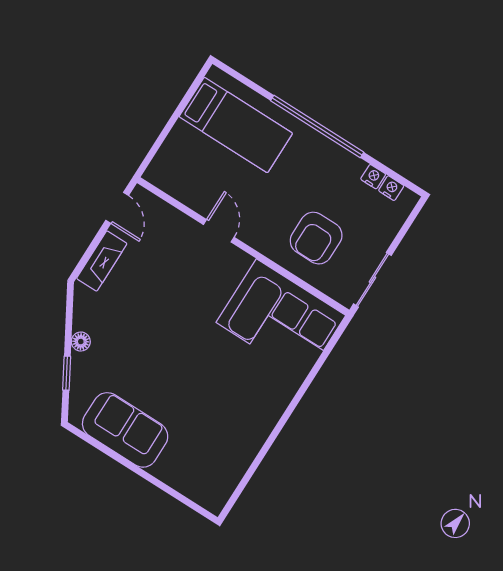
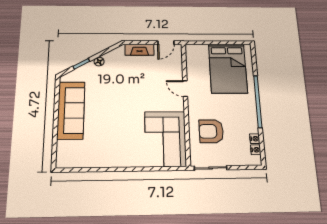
bed: (236, 125) -> (228, 68), width x1.50
door: (219, 231) -> (185, 89), swing flipped
sofa: (125, 430) -> (71, 110), width x1.36

